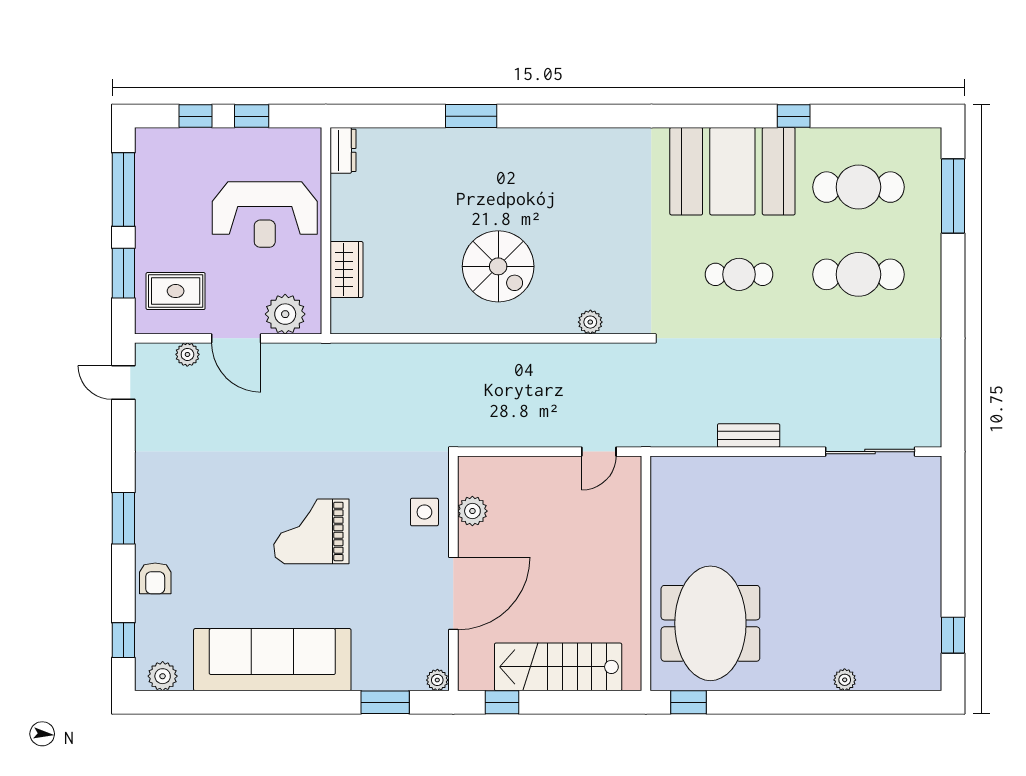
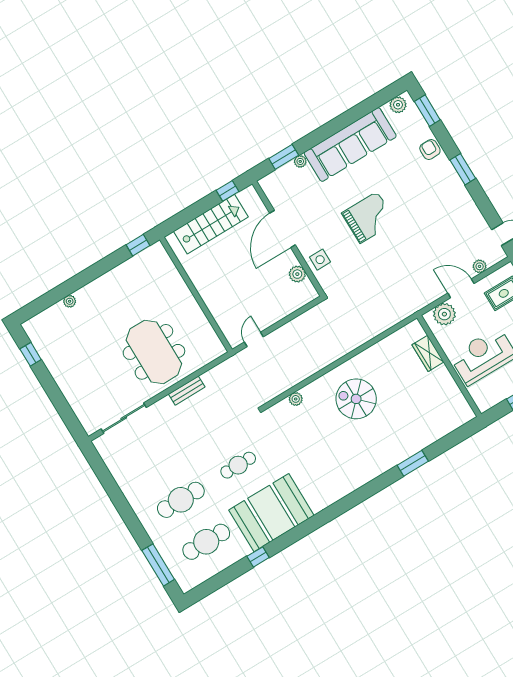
dresser: (343, 150) -> (464, 410), removed
meeting table: (710, 623) -> (154, 352), moved
window: (123, 640) -> (427, 111), width x1.50
plant: (437, 680) -> (300, 161), moved

